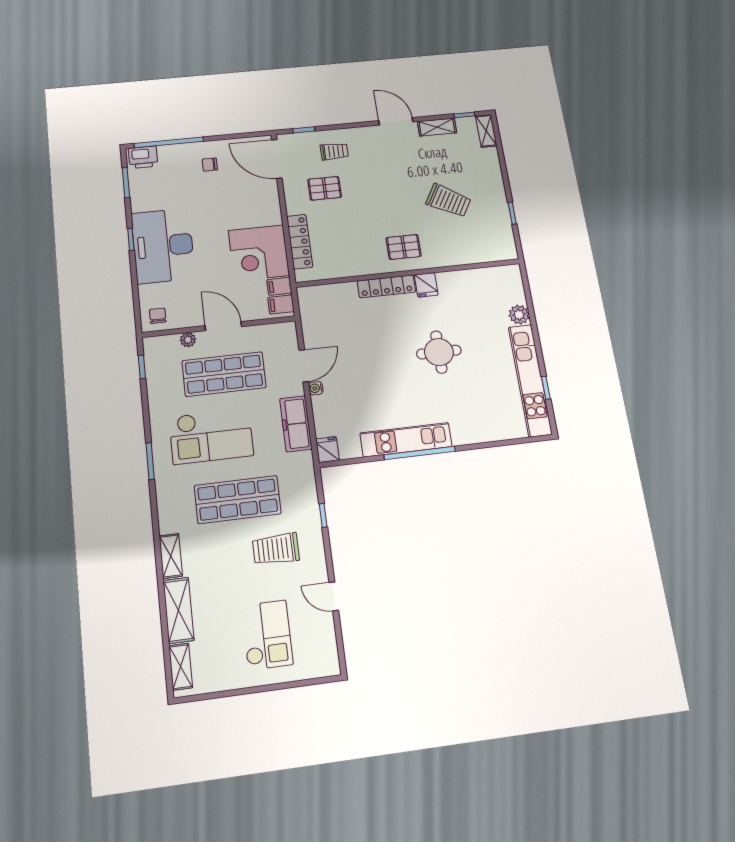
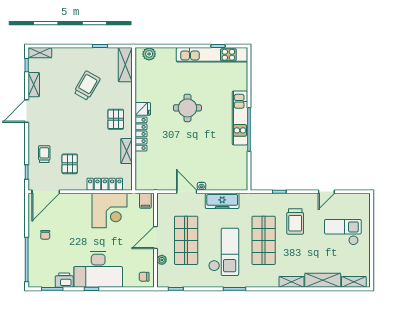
printer: (143, 157) -> (64, 280), moved, turned -90
shelving: (490, 252) -> (125, 65), added
shelving: (356, 268) -> (126, 151), added
filing cabinet: (279, 286) -> (133, 200), removed
plant: (519, 315) -> (149, 54), moved
kitchen unit: (406, 440) -> (240, 118), moved
fridge: (328, 449) -> (240, 184), removed

